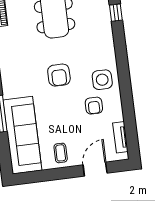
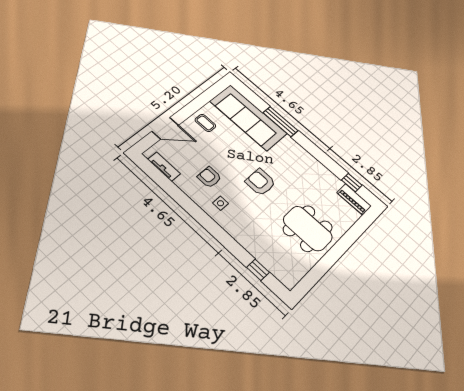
side table: (102, 80) -> (220, 203), width x0.54, depth x0.54
door: (95, 169) -> (165, 128), hinge flipped

